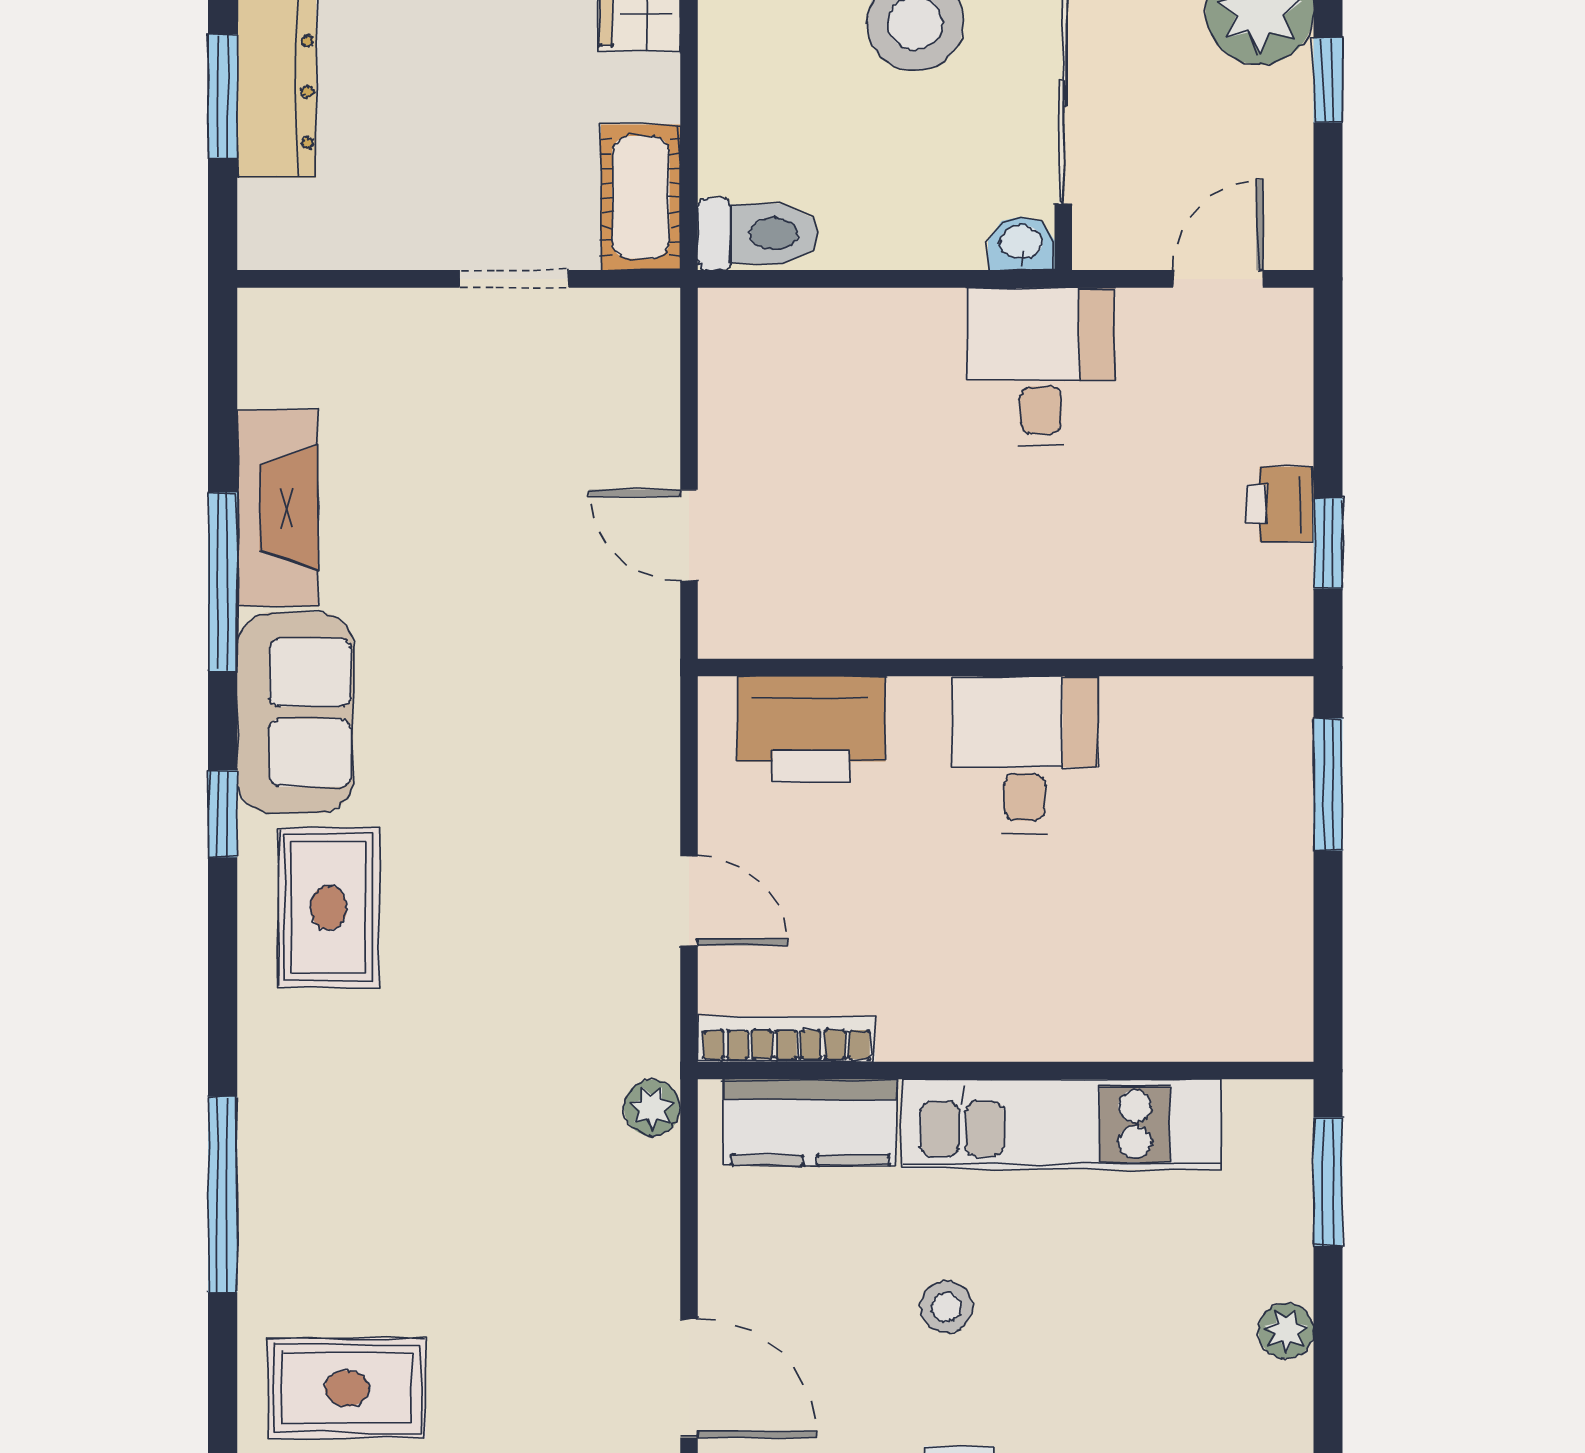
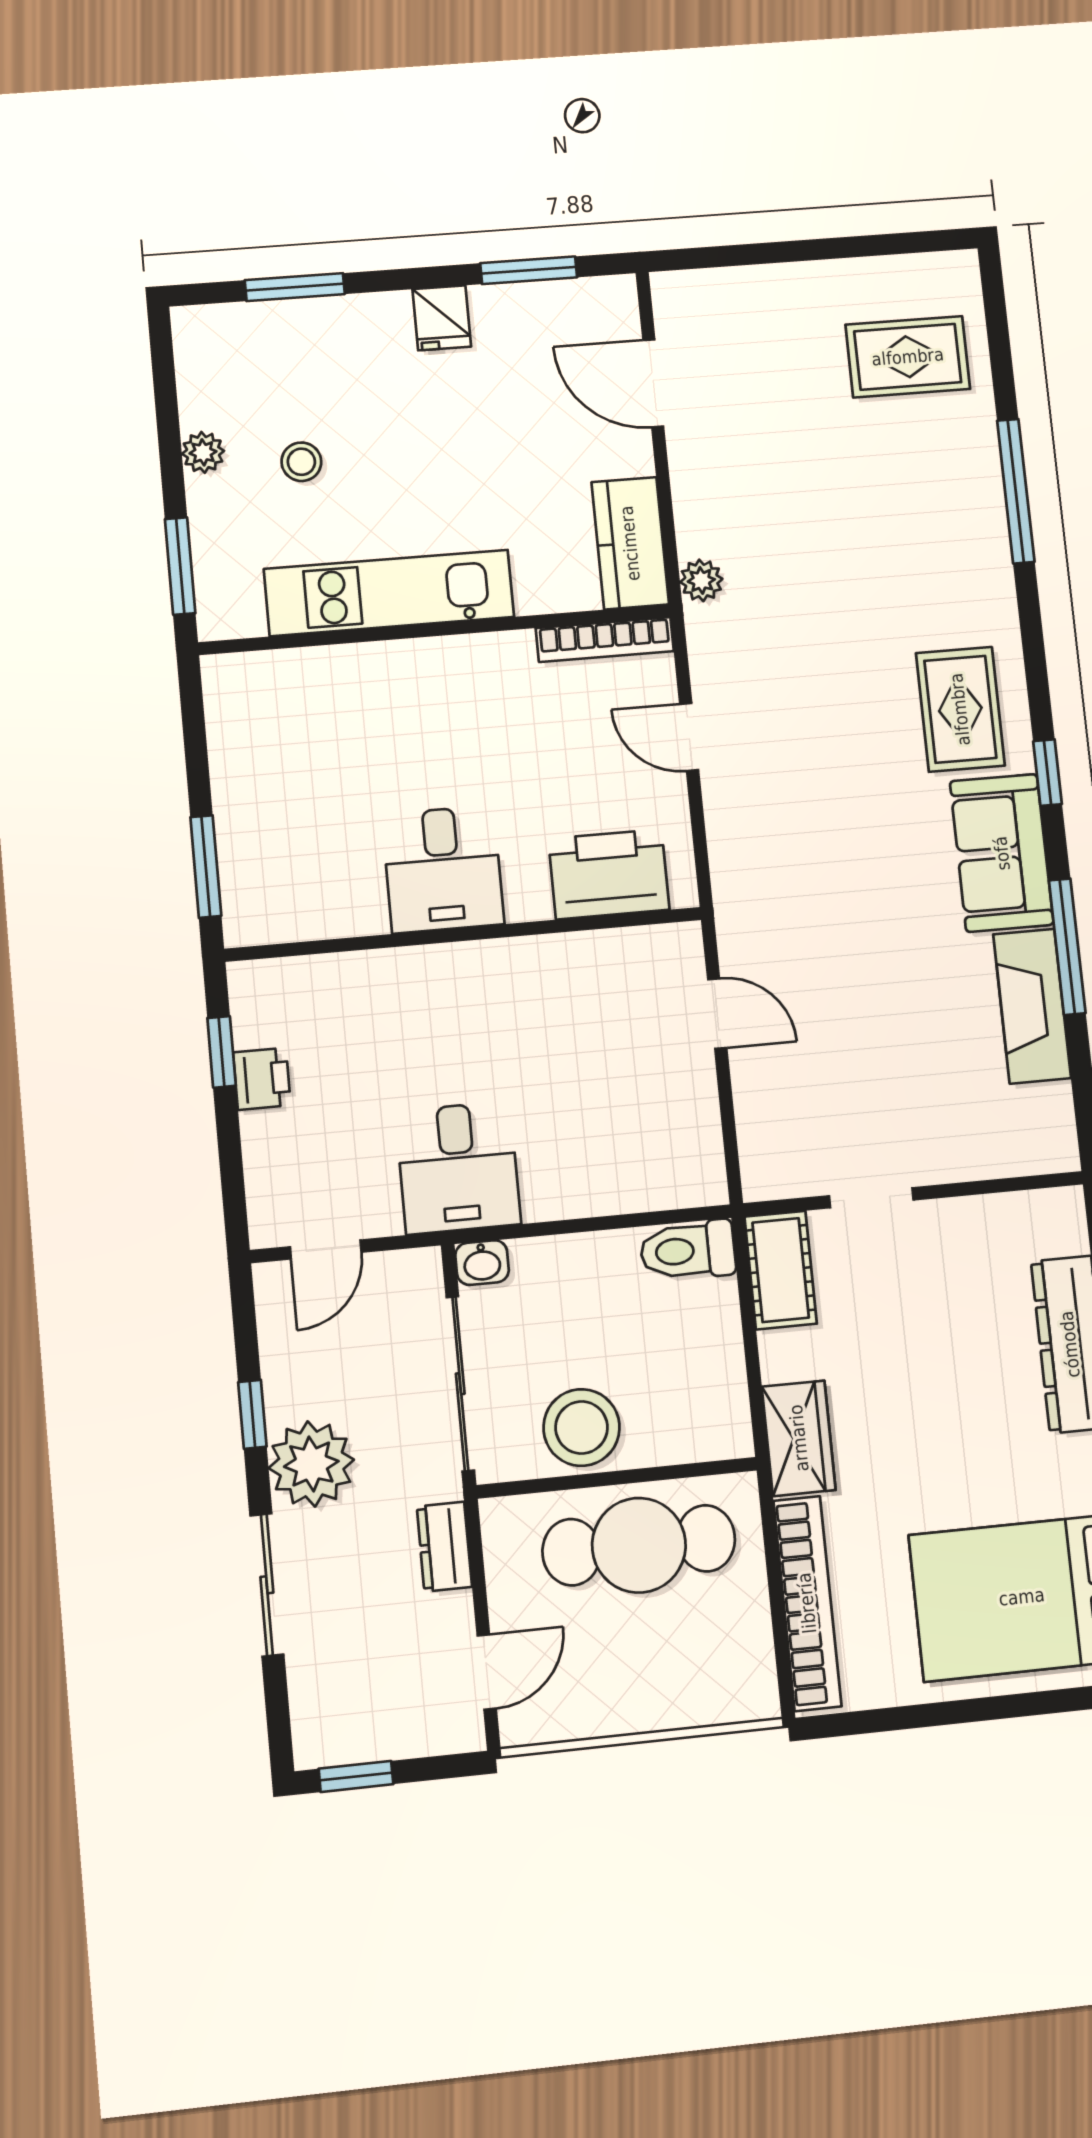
kitchen counter: (810, 1122) -> (630, 543), moved, turned -90
stool: (946, 1307) -> (301, 462), moved

